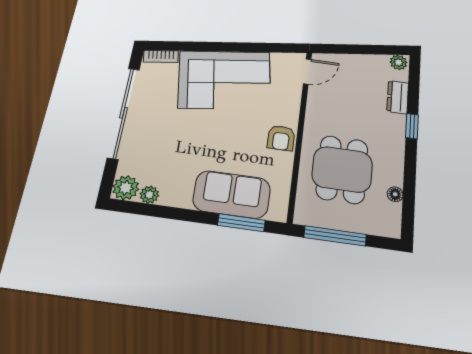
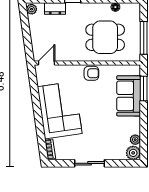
door: (307, 72) -> (47, 63), hinge flipped
sliding door: (124, 113) -> (89, 163), width x0.54

